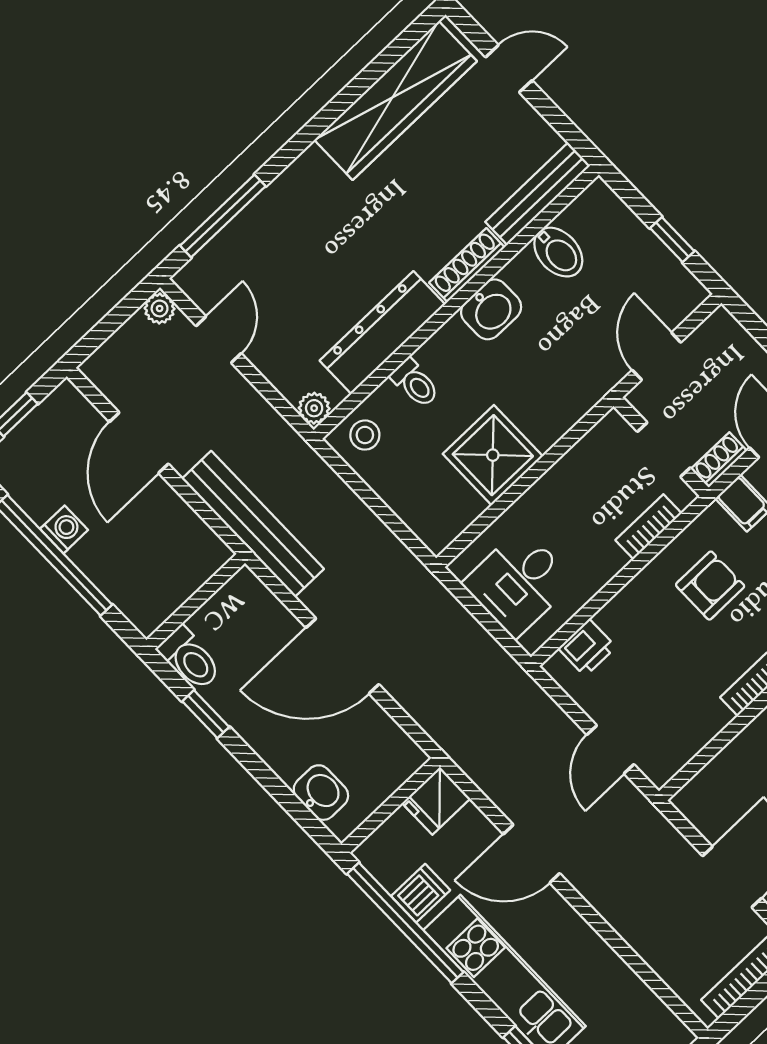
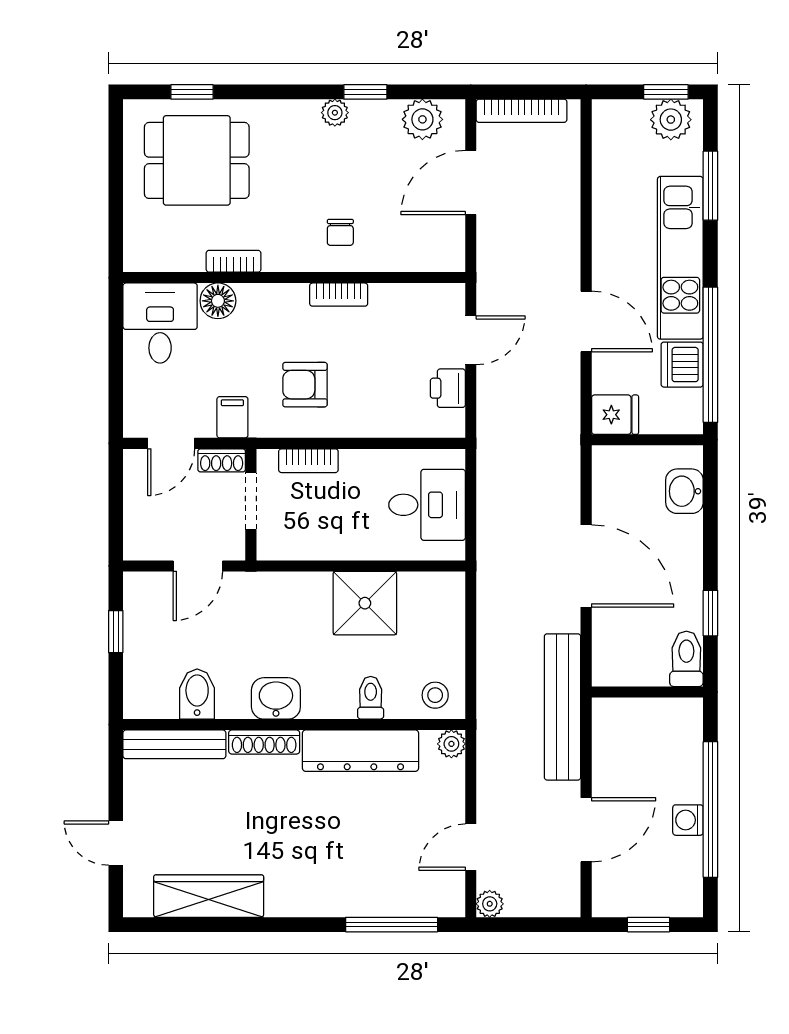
wardrobe: (396, 101) -> (209, 896), width x0.71, depth x0.85
printer: (587, 648) -> (448, 388), moved, turned -90
dishwasher: (421, 893) -> (682, 365), width x1.38

